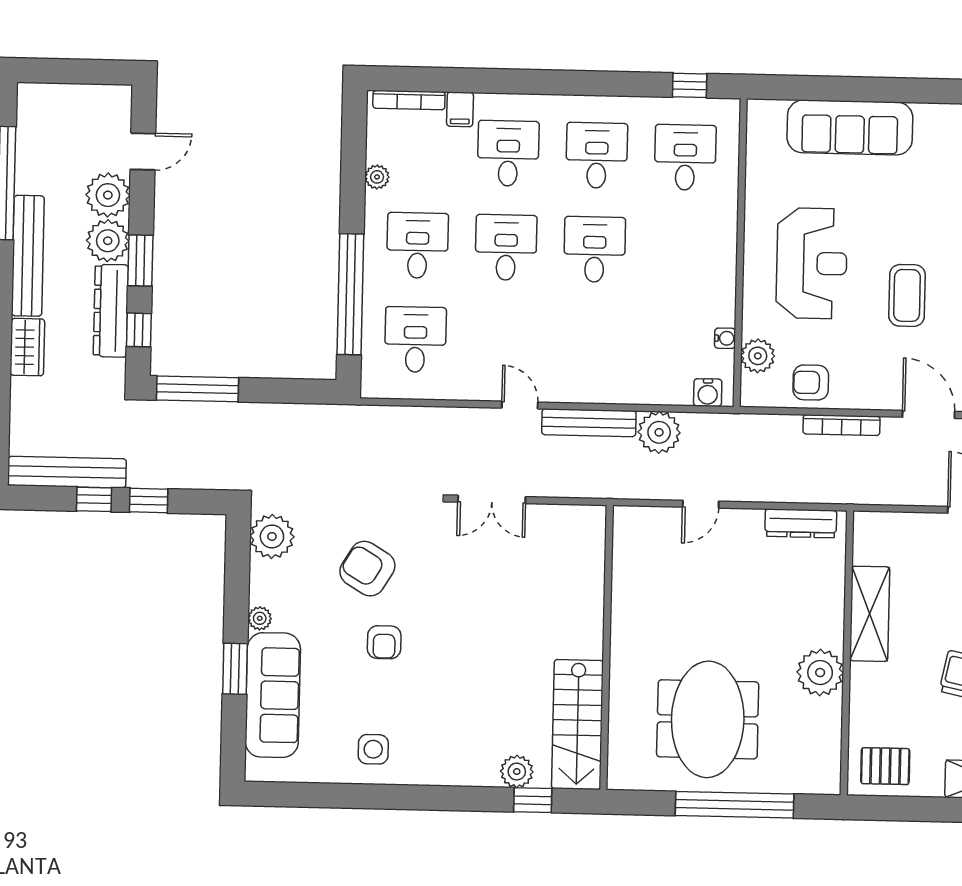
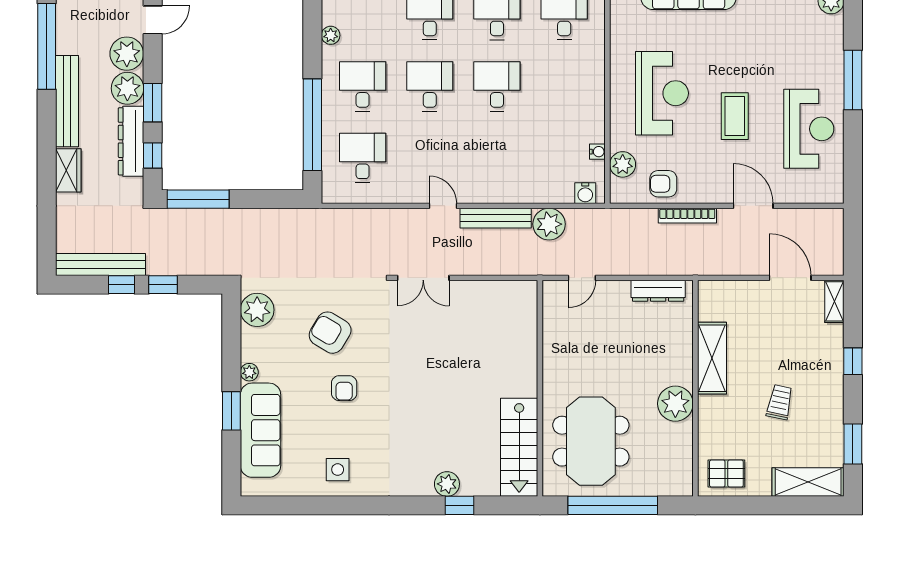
wall: (607, 647) -> (540, 388), moved
stairs: (577, 725) -> (519, 447), moved

